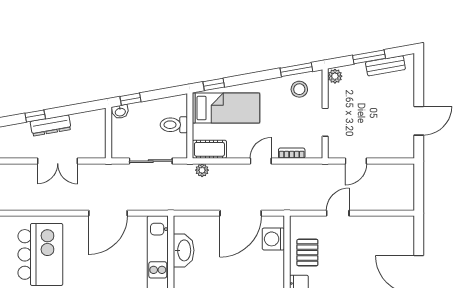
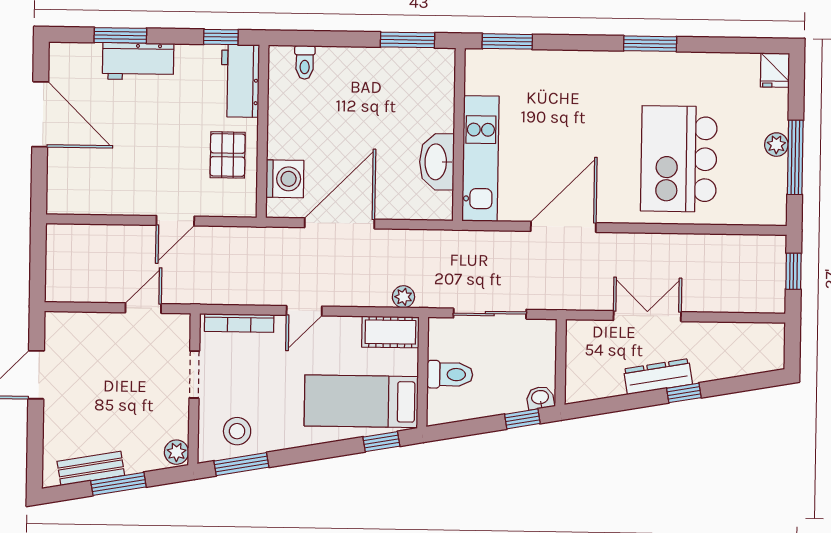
bookcase: (292, 153) -> (239, 323), width x1.56

